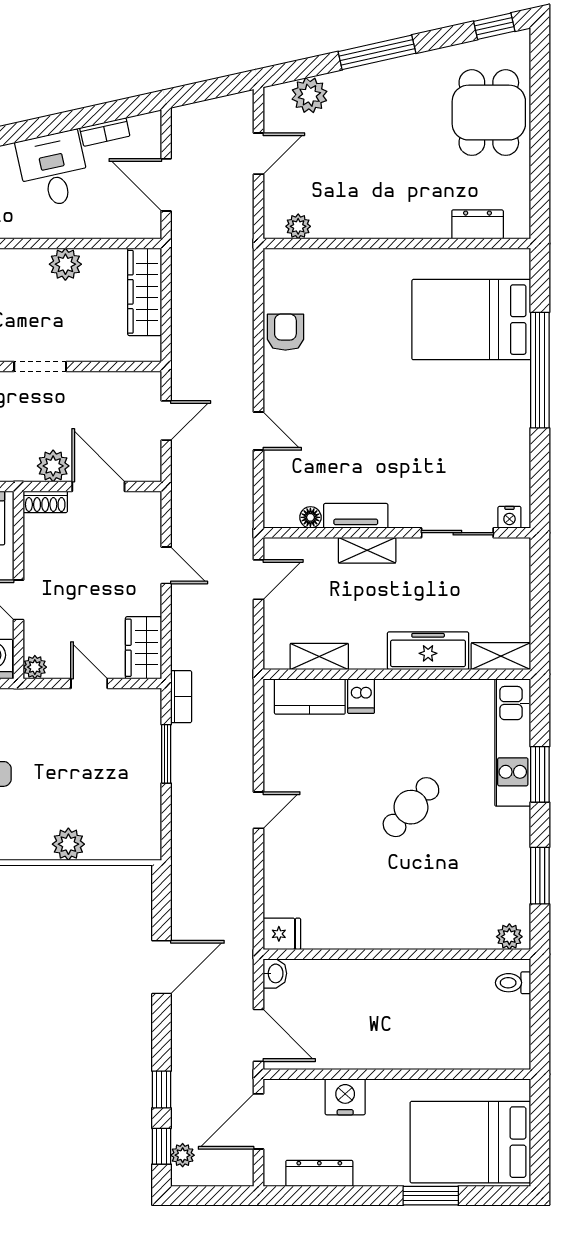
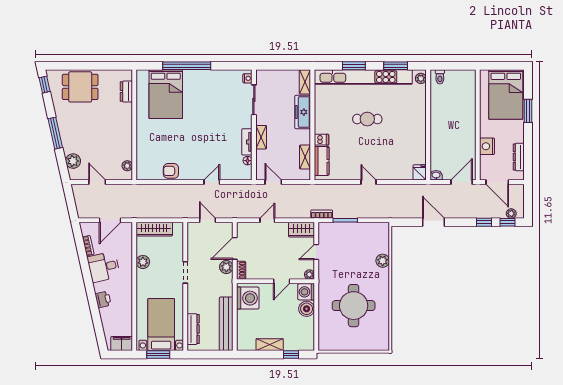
kitchen unit: (513, 743) -> (363, 77), width x1.86
cafe table: (411, 807) -> (367, 119), turned -42

